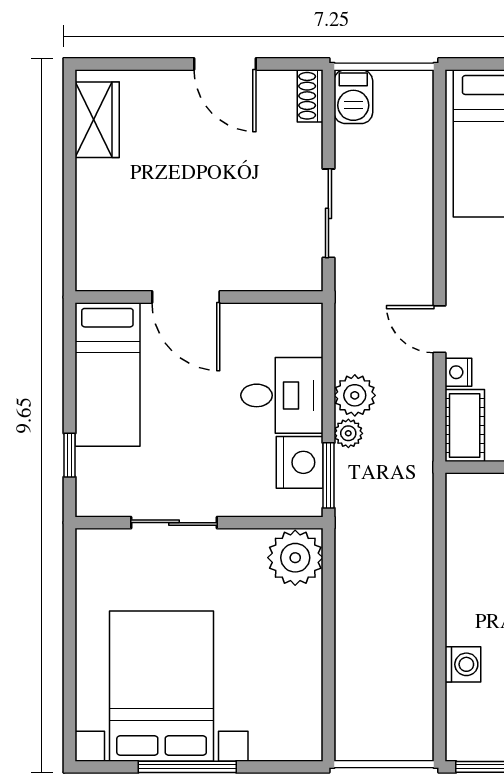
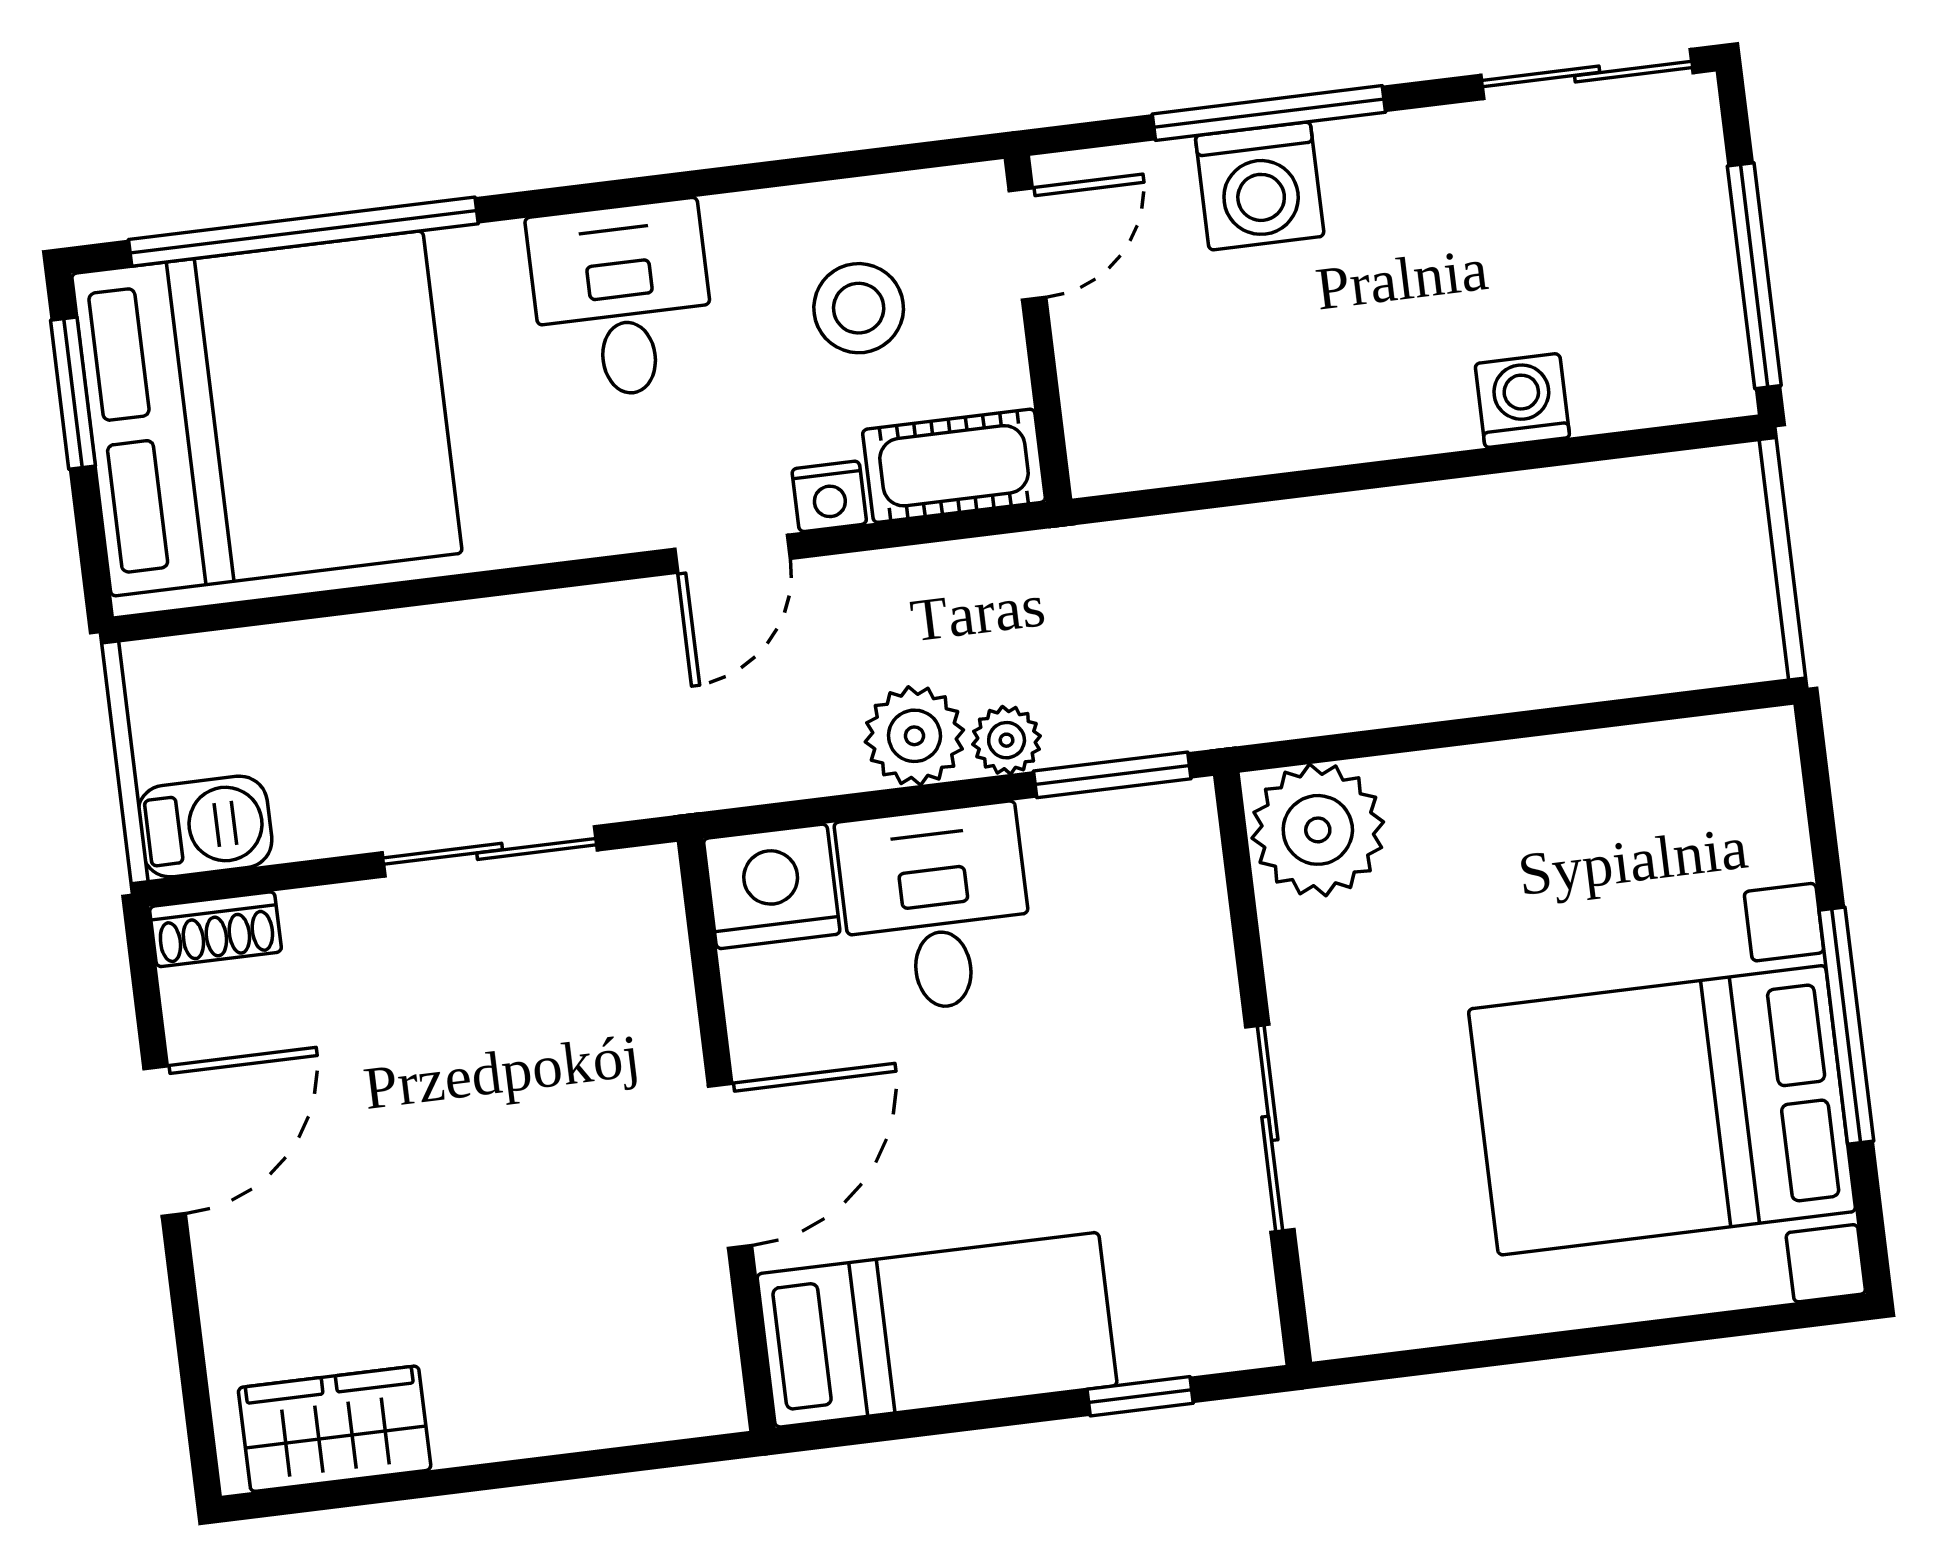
nightstand: (300, 462) -> (772, 886), moved

